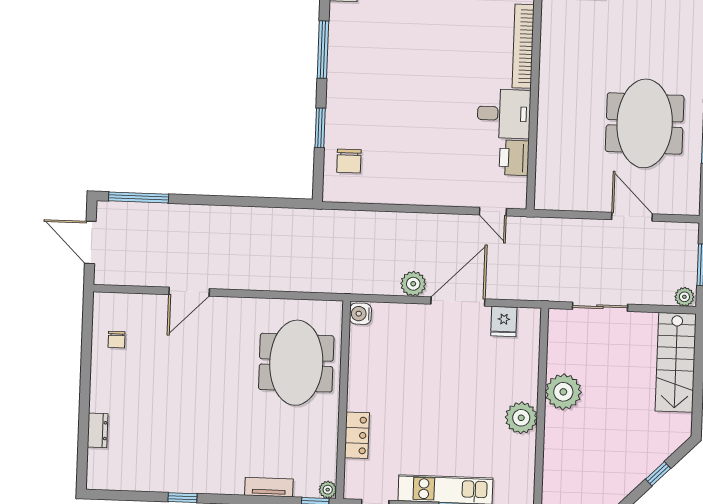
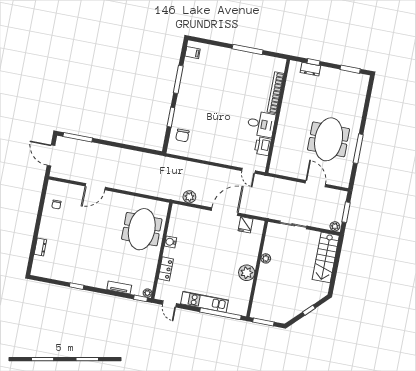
plant: (413, 284) -> (189, 197), moved
water cooler: (360, 314) -> (170, 242), moved
plant: (563, 392) -> (266, 258), width x0.53, depth x0.53

